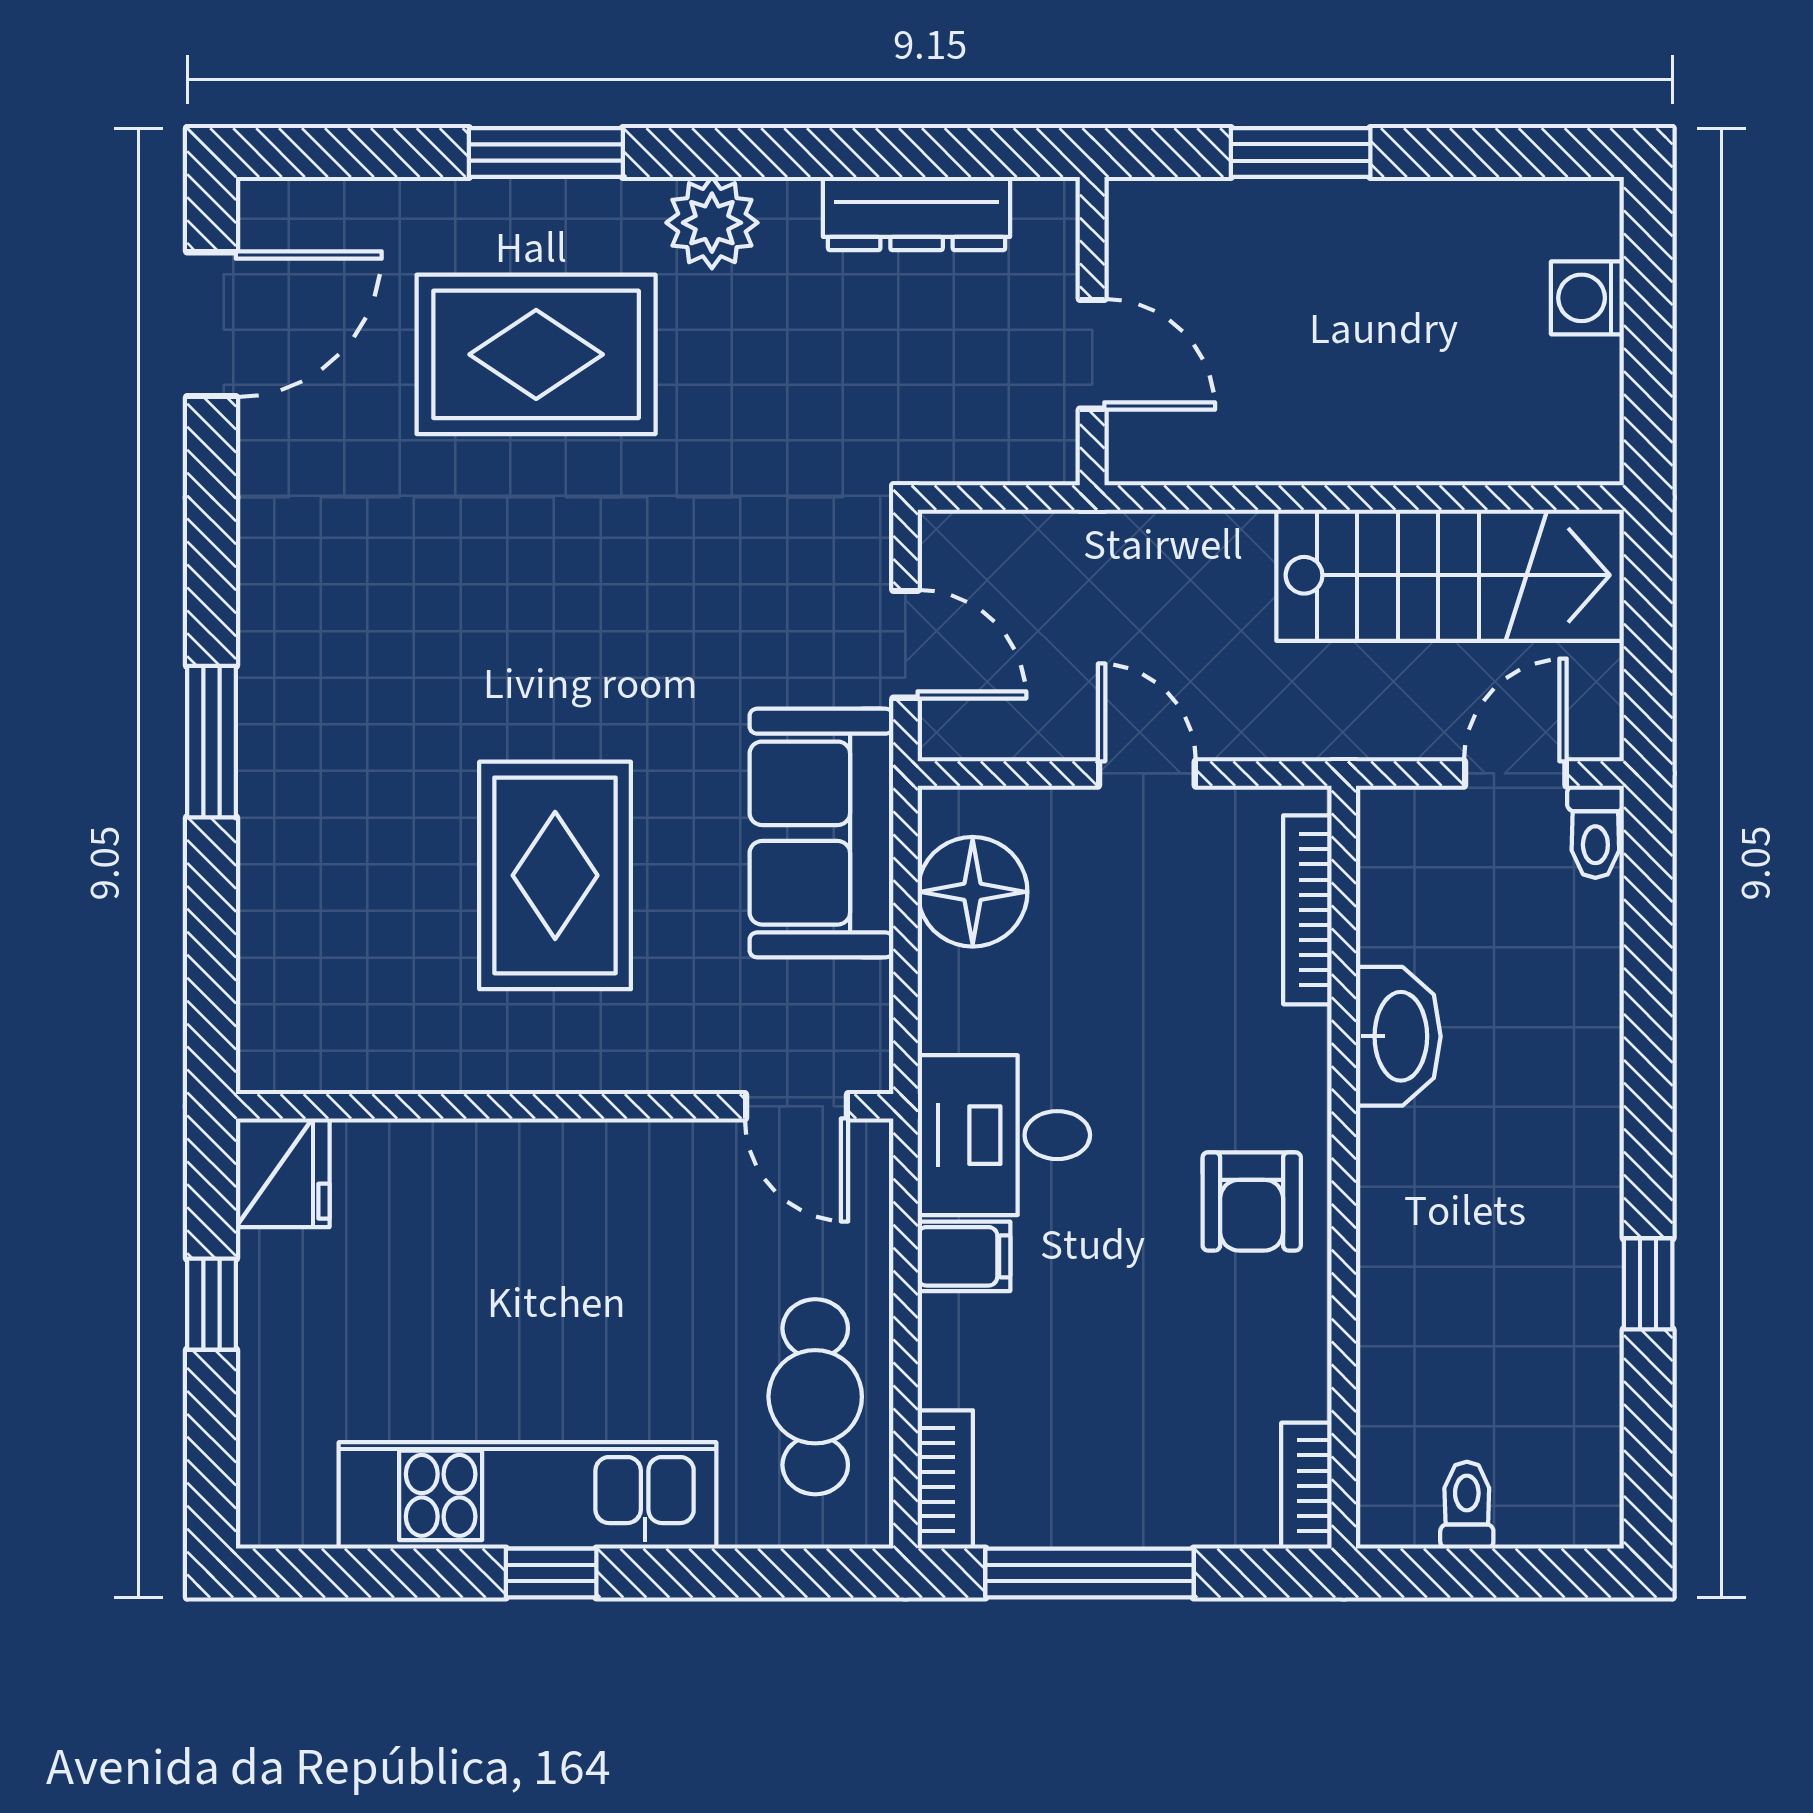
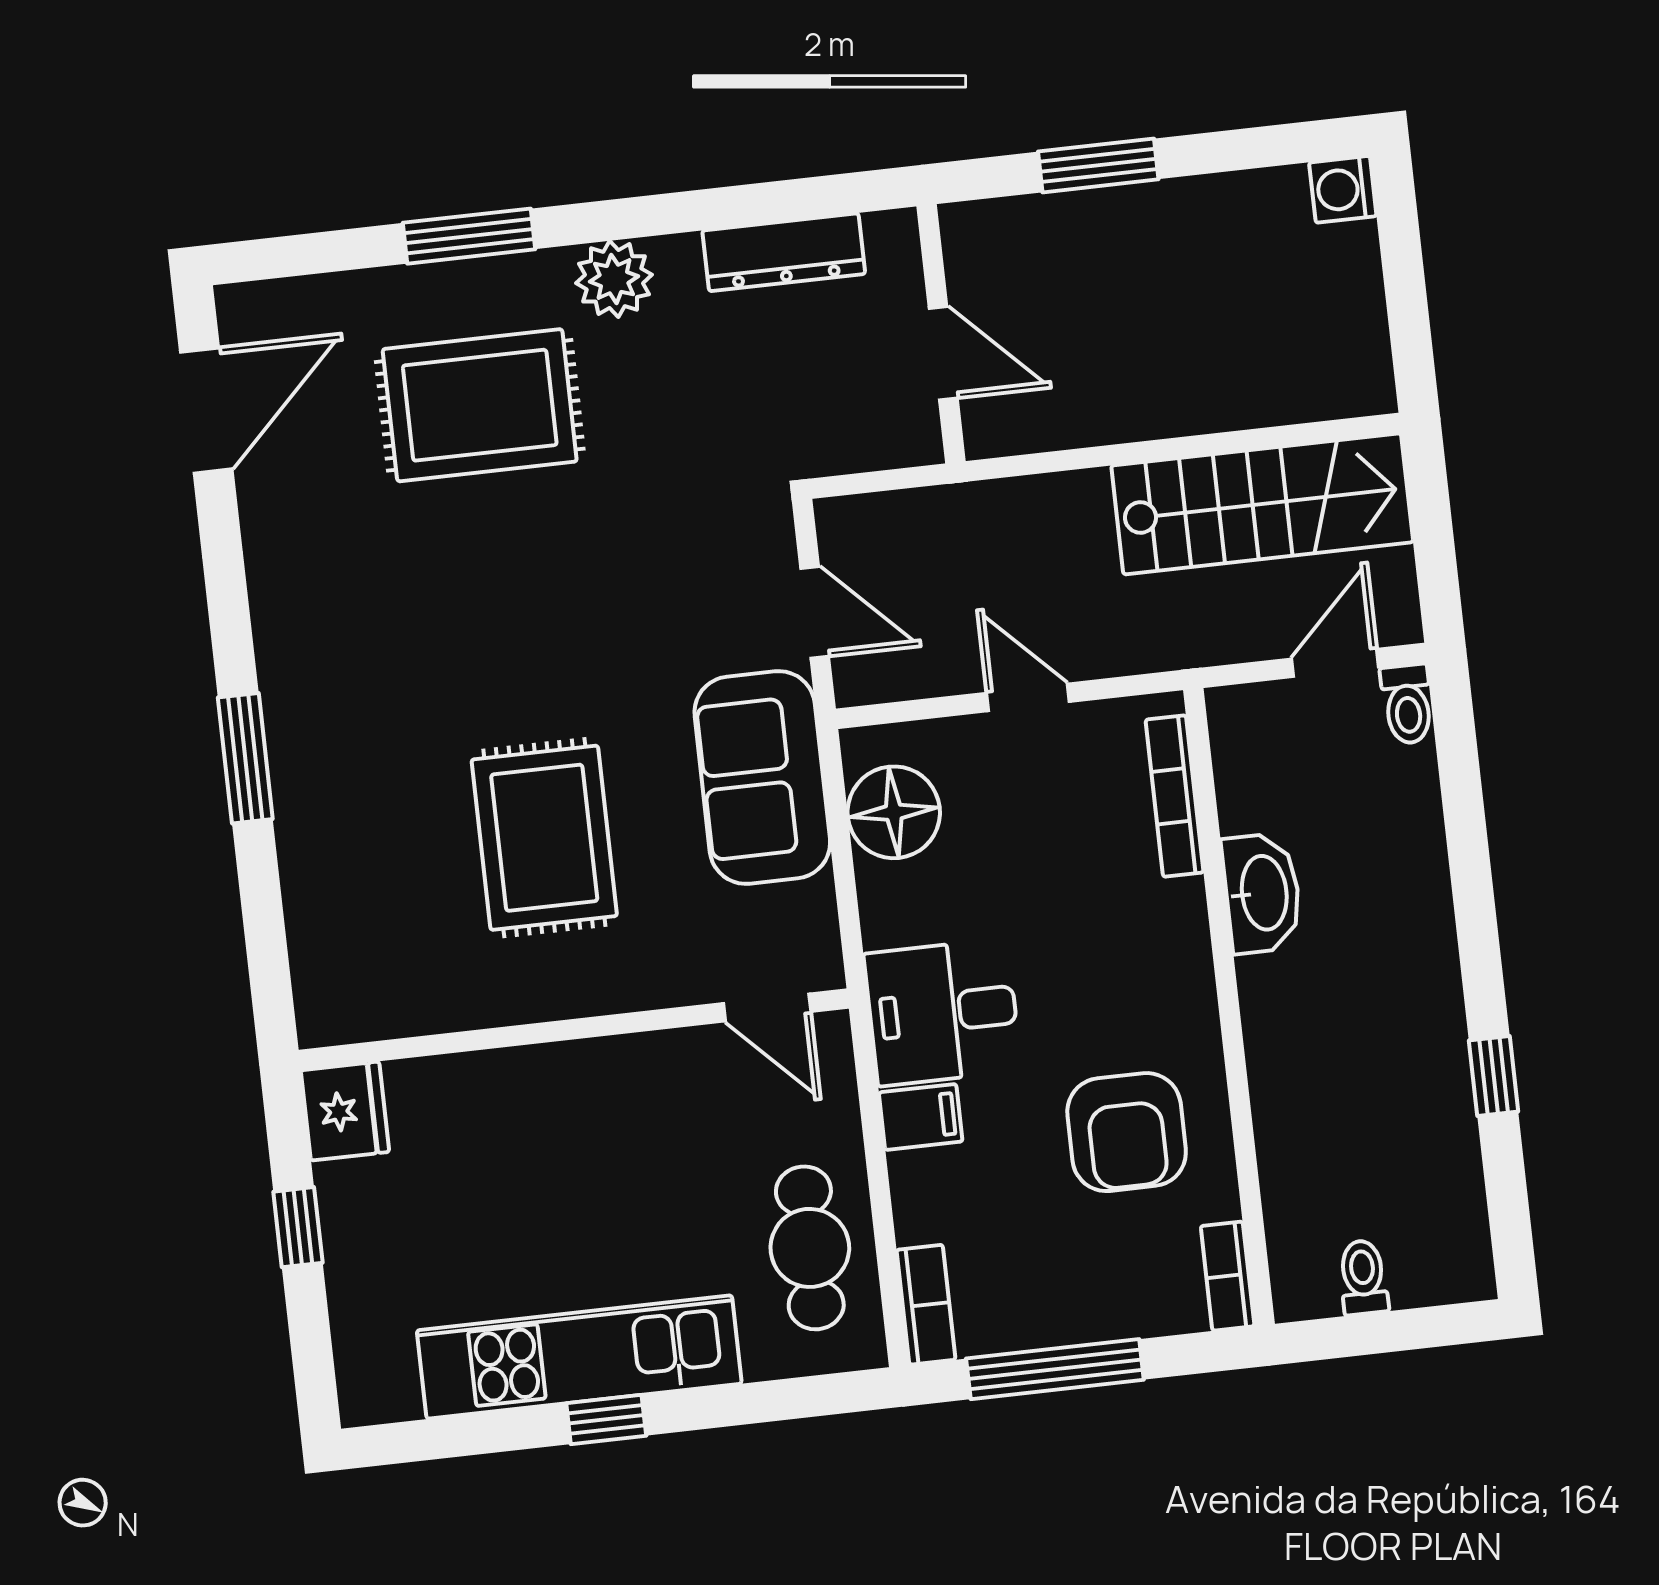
washing machine: (1587, 298) -> (1343, 189), moved
armchair: (1252, 1201) -> (1127, 1132), moved, width x1.38, depth x1.38

